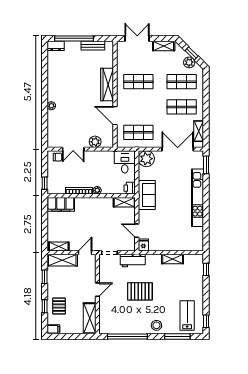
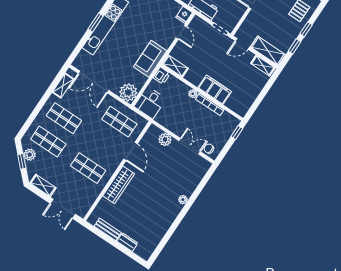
window: (74, 38) -> (121, 248), removed
dresser: (56, 46) -> (127, 242), moved
window: (206, 165) -> (96, 22), moved
filing cabinet: (61, 204) -> (215, 90), moved
window: (45, 306) -> (306, 29), moved

